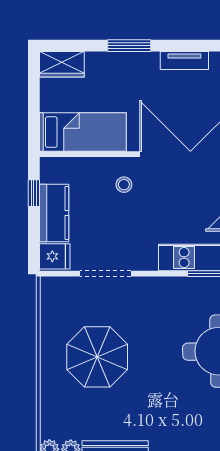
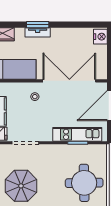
tv unit: (184, 61) -> (38, 32), moved

